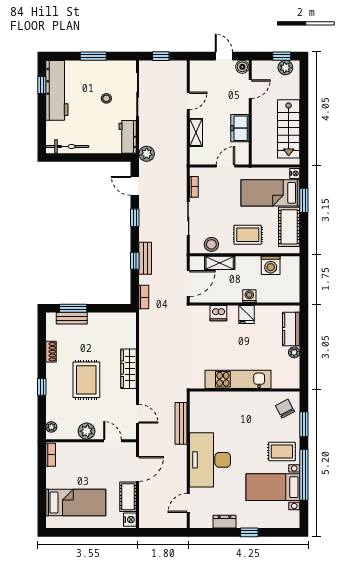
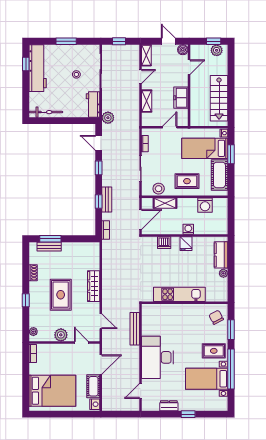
shelving: (196, 74) -> (146, 55), added
bed: (76, 502) -> (52, 391), width x1.50

